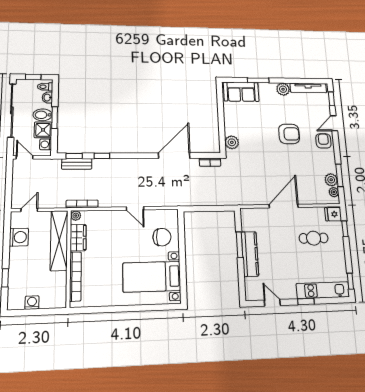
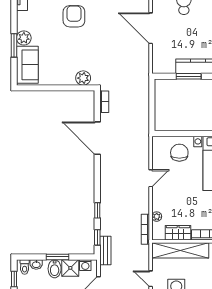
plant: (283, 89) -> (24, 38), moved
bench: (77, 164) -> (105, 250), moved
plant: (76, 216) -> (157, 217), moved

